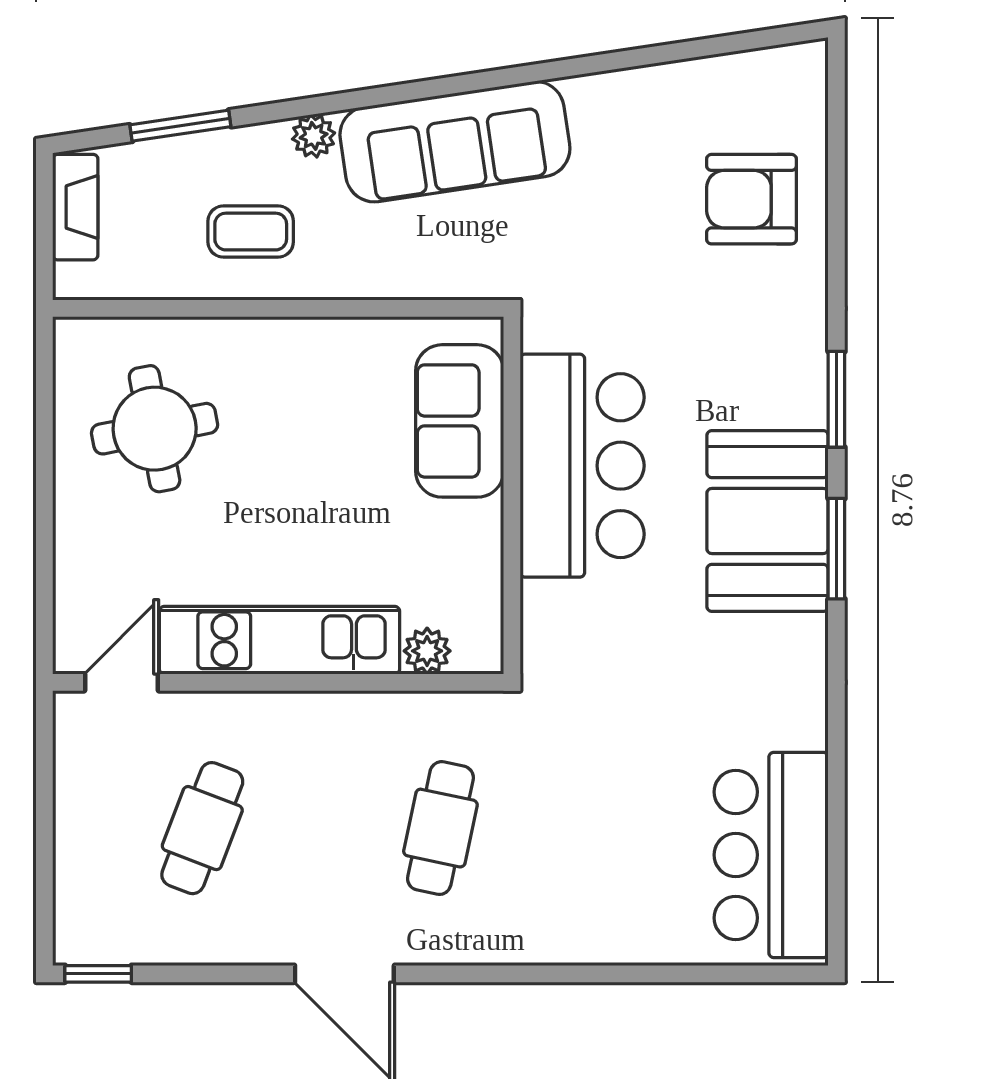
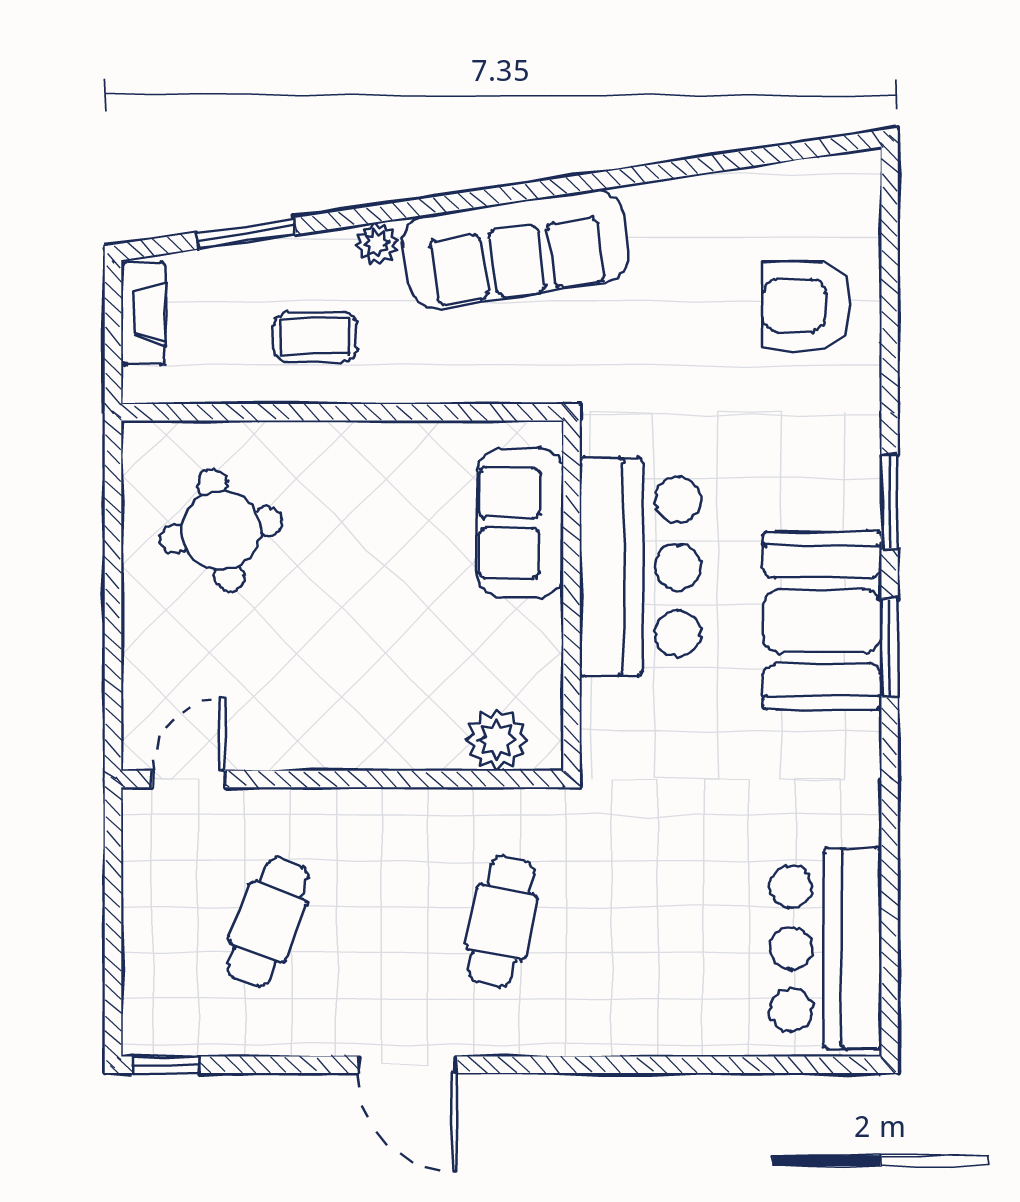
kitchen unit: (280, 640) -> (344, 738), removed
plant: (427, 651) -> (497, 740), width x1.38, depth x1.38

